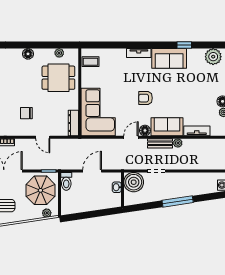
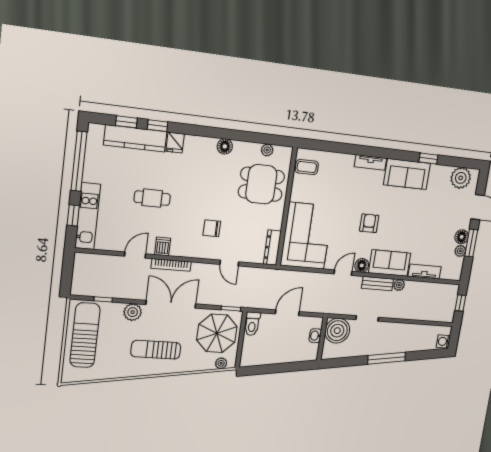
armchair: (145, 98) -> (369, 223), turned 90

